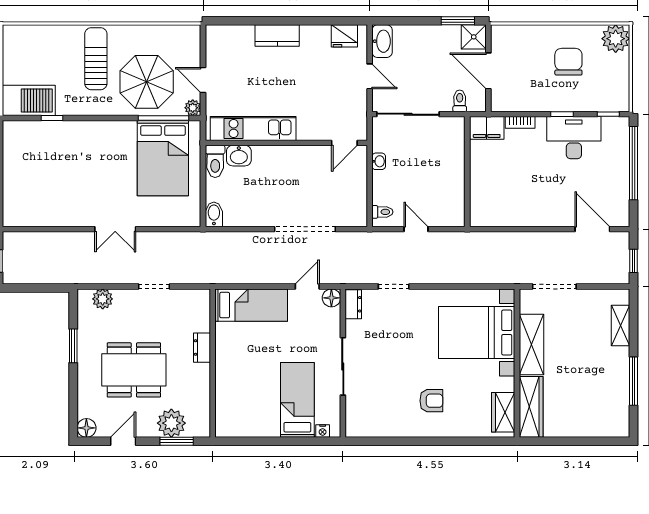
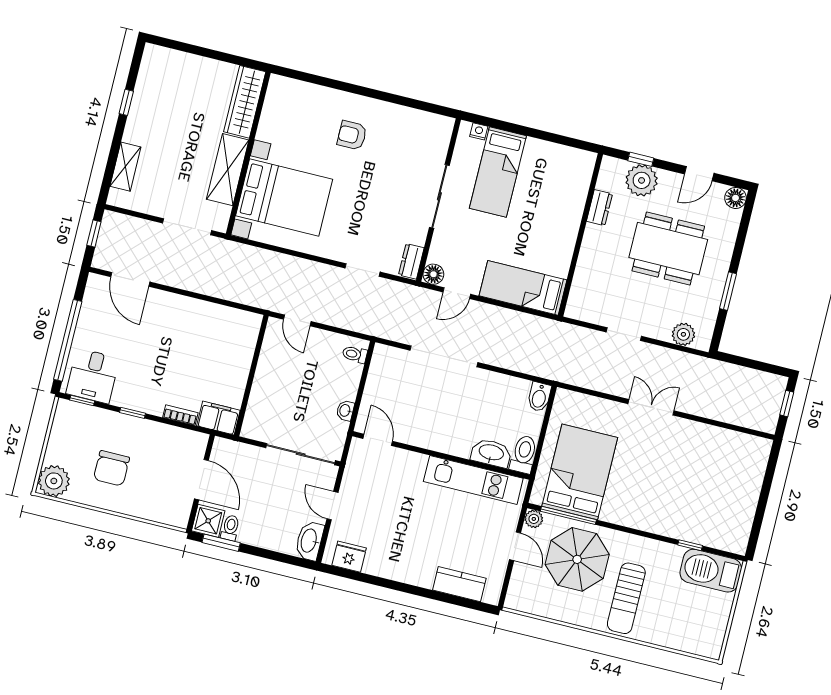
kitchen counter: (277, 36) -> (459, 584), moved
toilet: (460, 101) -> (230, 528), moved, turned 180
desk: (574, 138) -> (93, 376), moved, width x0.73
door: (344, 143) -> (378, 440), hinge flipped
washbasin: (239, 156) -> (491, 453), width x1.38
door: (416, 229) -> (297, 320), moved
dresser: (202, 348) -> (599, 208), moved
window: (633, 381) -> (126, 102), width x0.46
wardrobe: (503, 412) -> (277, 103), removed
window: (177, 441) -> (641, 159), width x0.67

